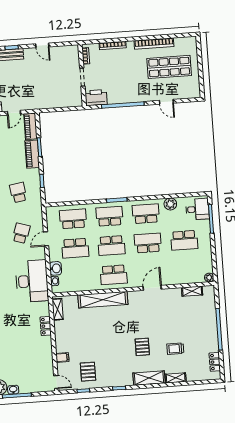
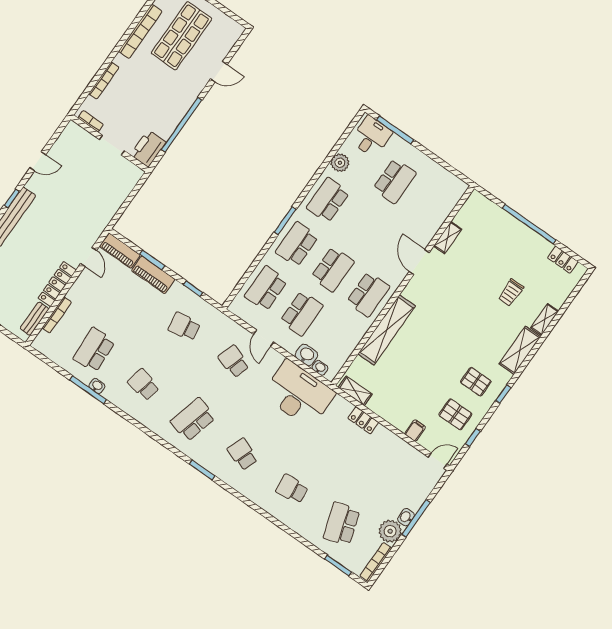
school desk: (148, 243) -> (364, 225), removed
plant: (209, 278) -> (461, 187), removed
shelving: (192, 291) -> (448, 238), moved
pallet: (142, 347) -> (476, 382), moved

